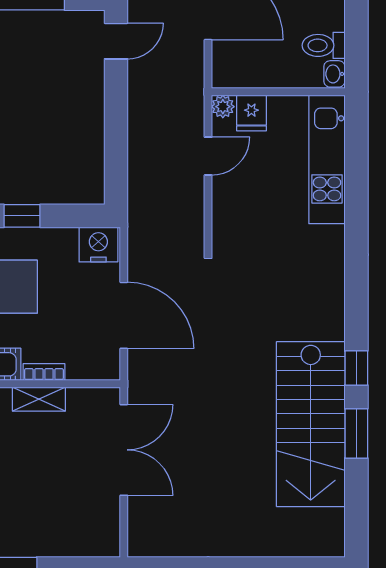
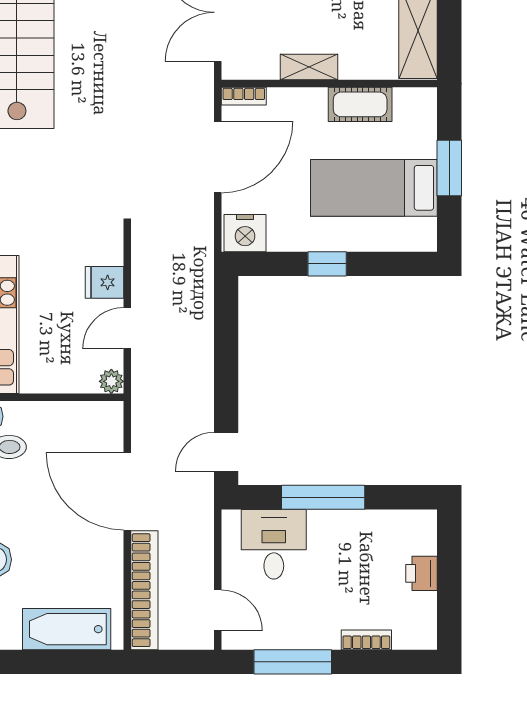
fridge: (251, 113) -> (104, 282), moved, turned -90
door: (124, 315) -> (218, 157), swing flipped
bookcase: (44, 372) -> (244, 96), moved

